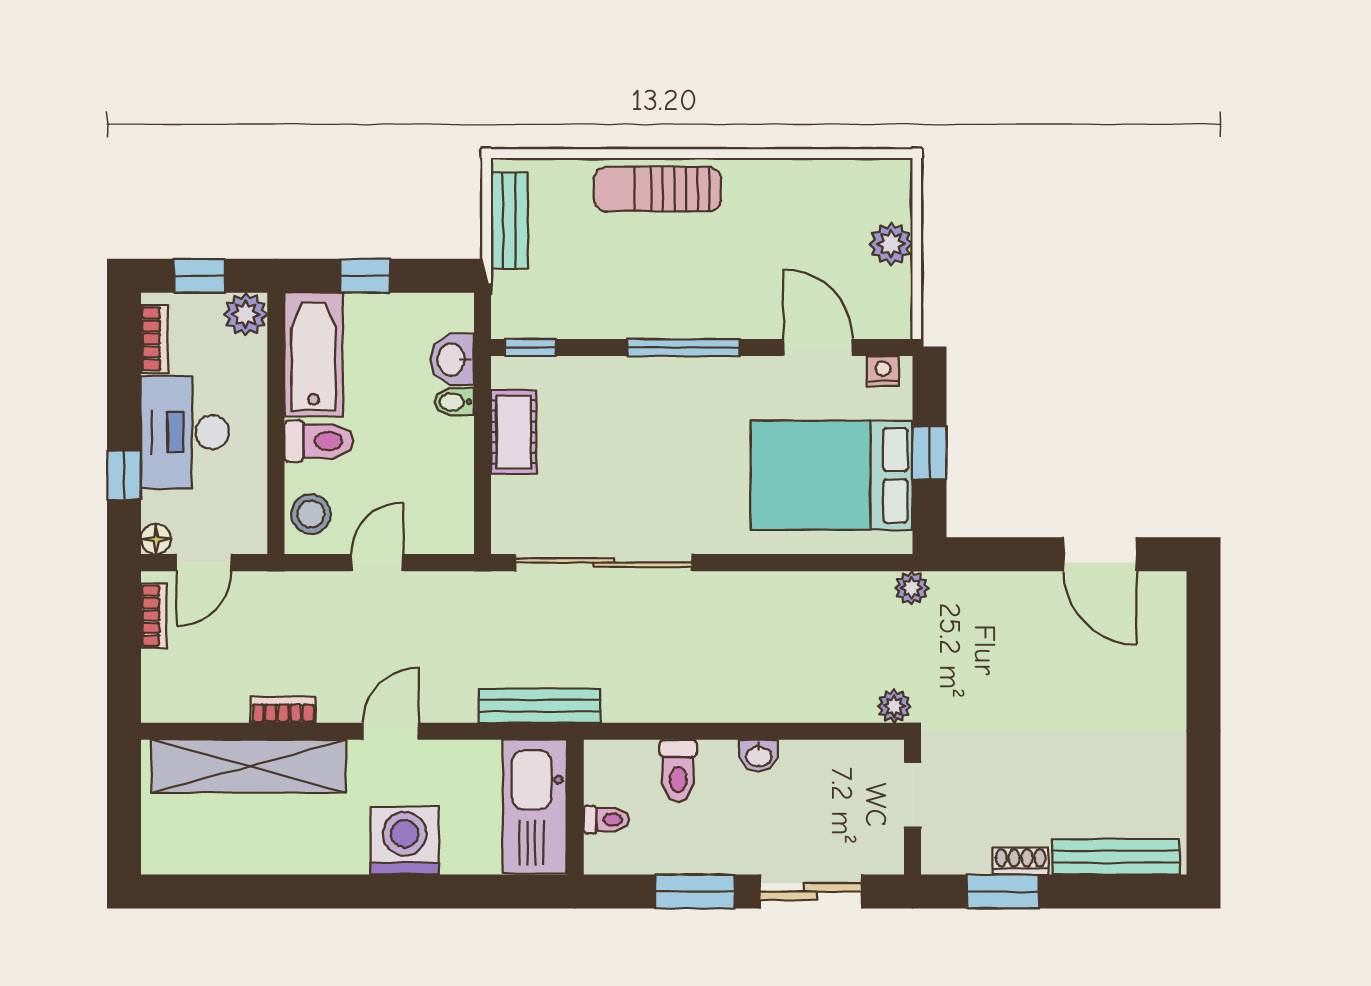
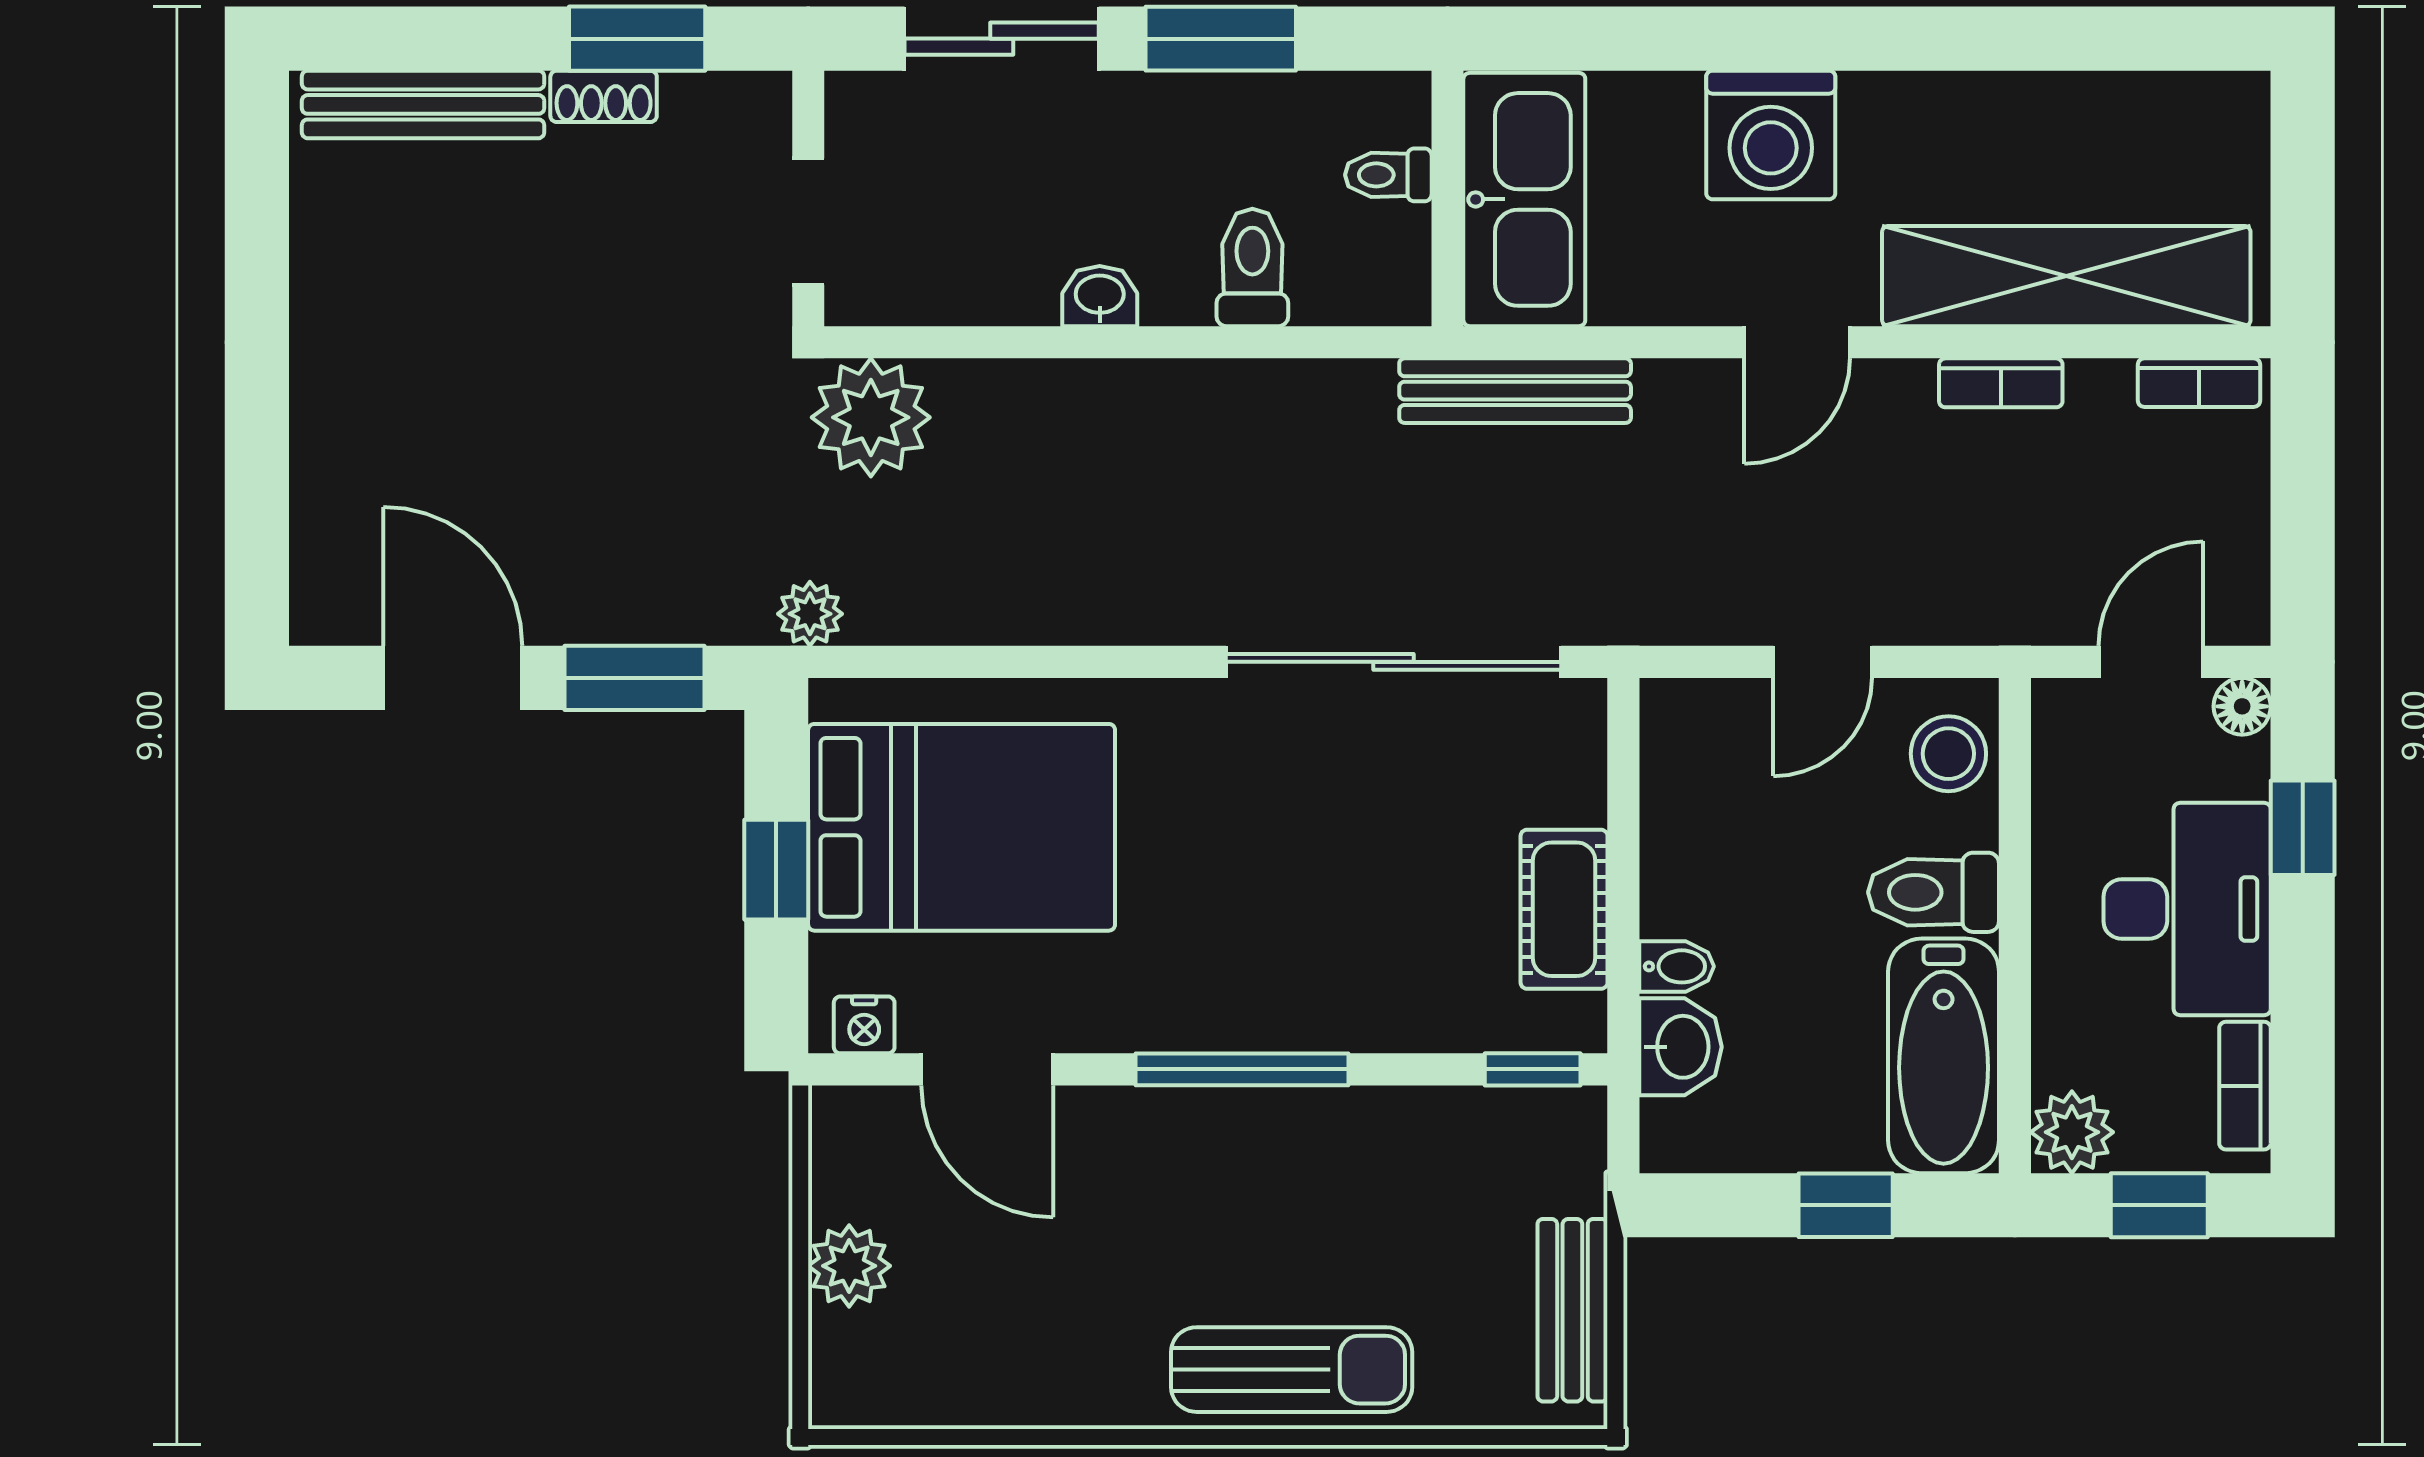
window: (1004, 554) -> (635, 678), added
bookcase: (154, 616) -> (2199, 383), moved, turned -90
plant: (894, 706) -> (871, 417), width x1.87, depth x1.87

